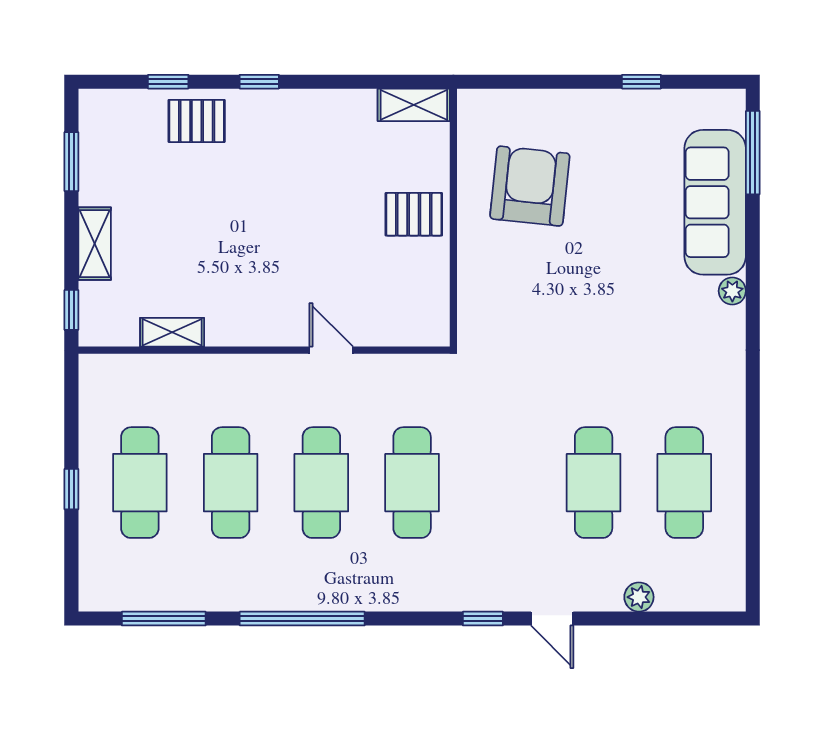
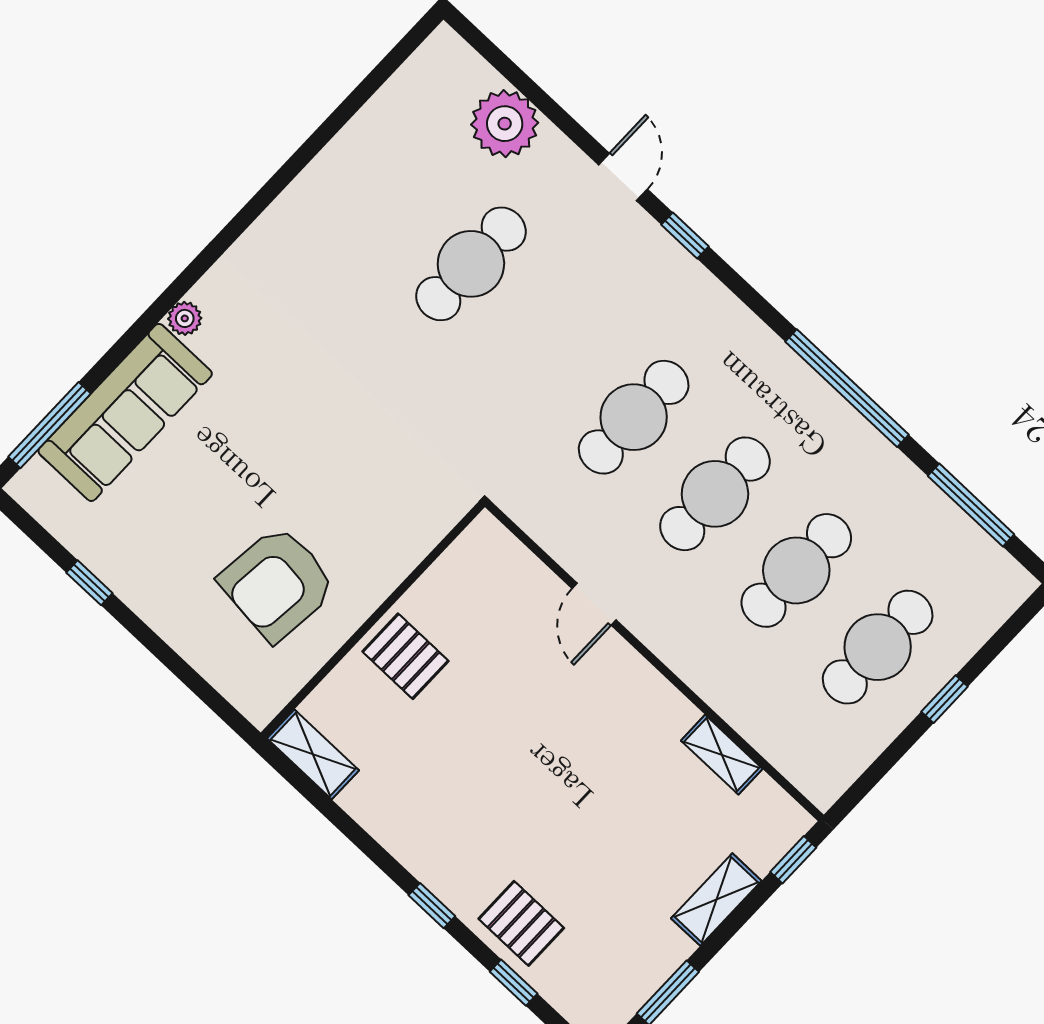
cafe table: (684, 483) -> (390, 187), removed
plant: (639, 597) -> (505, 124), width x1.87, depth x1.87

